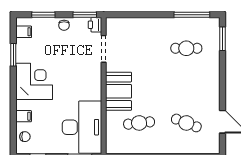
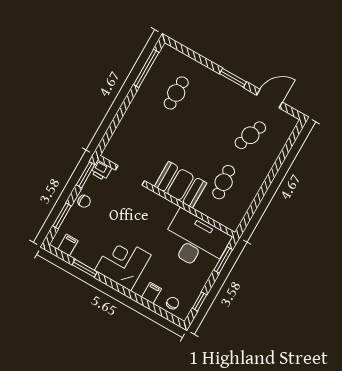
window: (222, 39) -> (233, 78), moved

